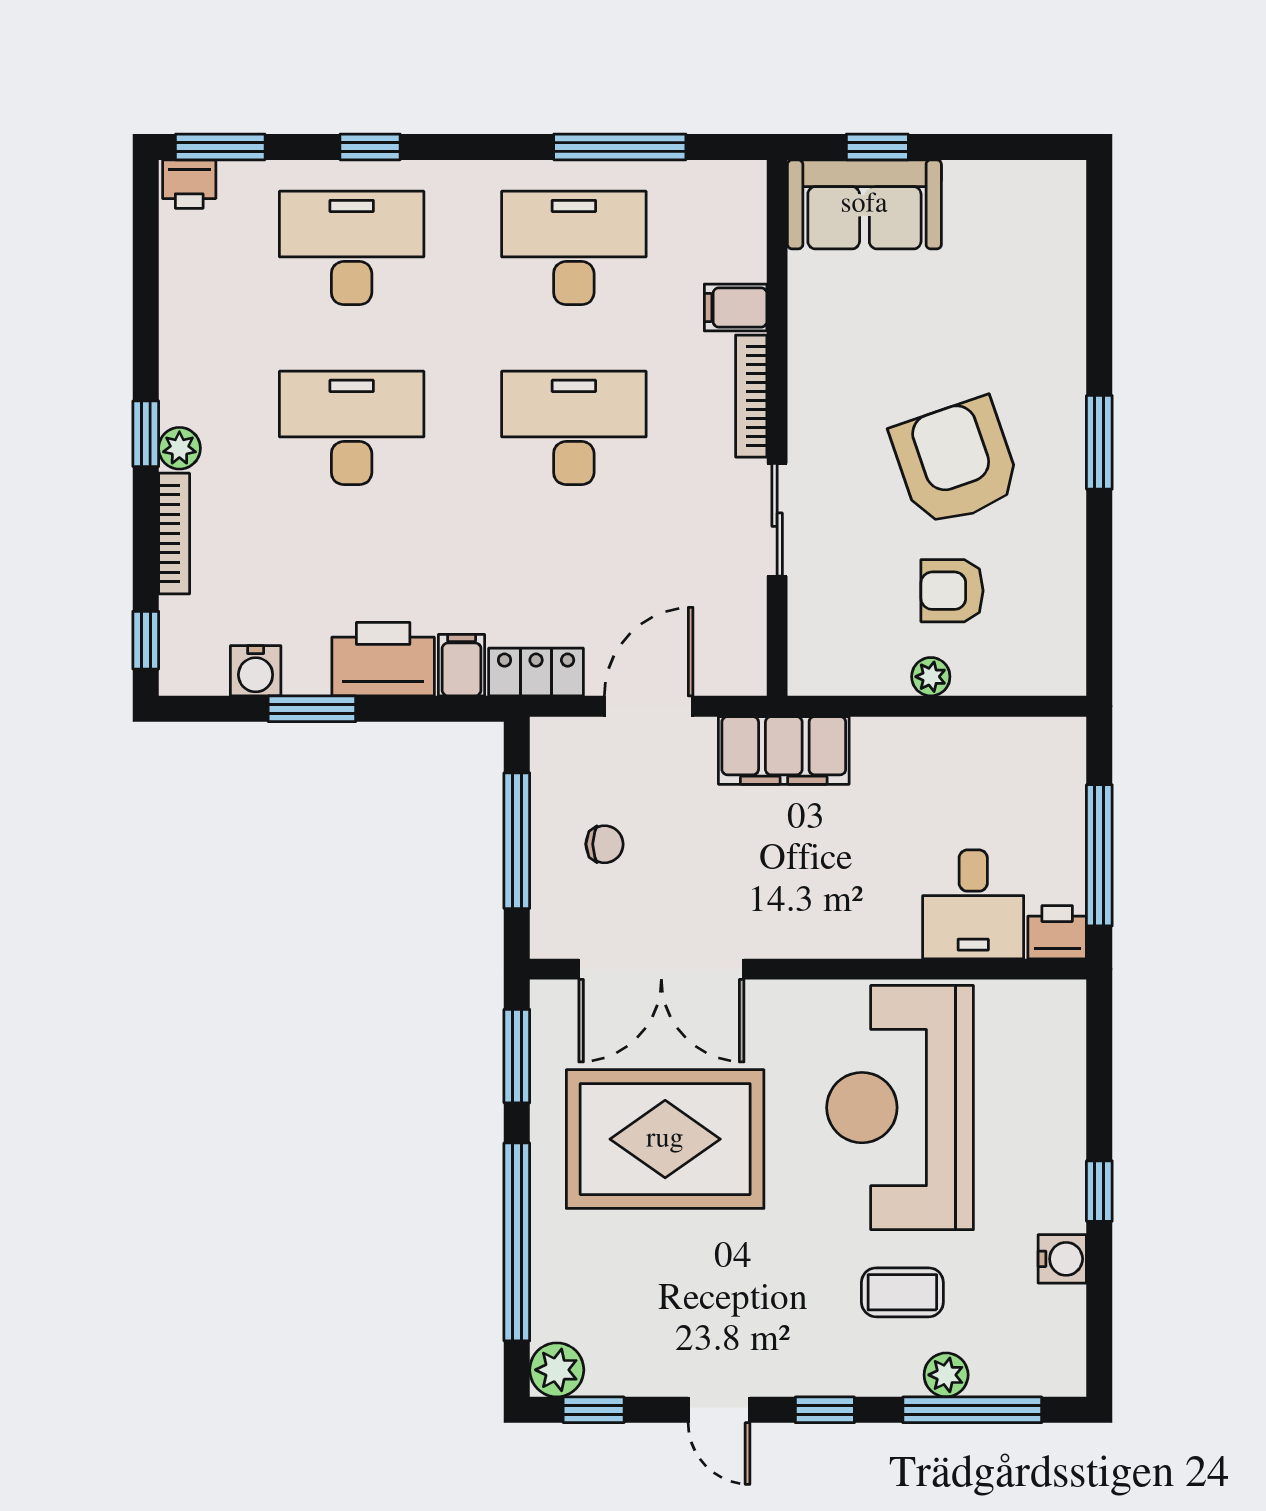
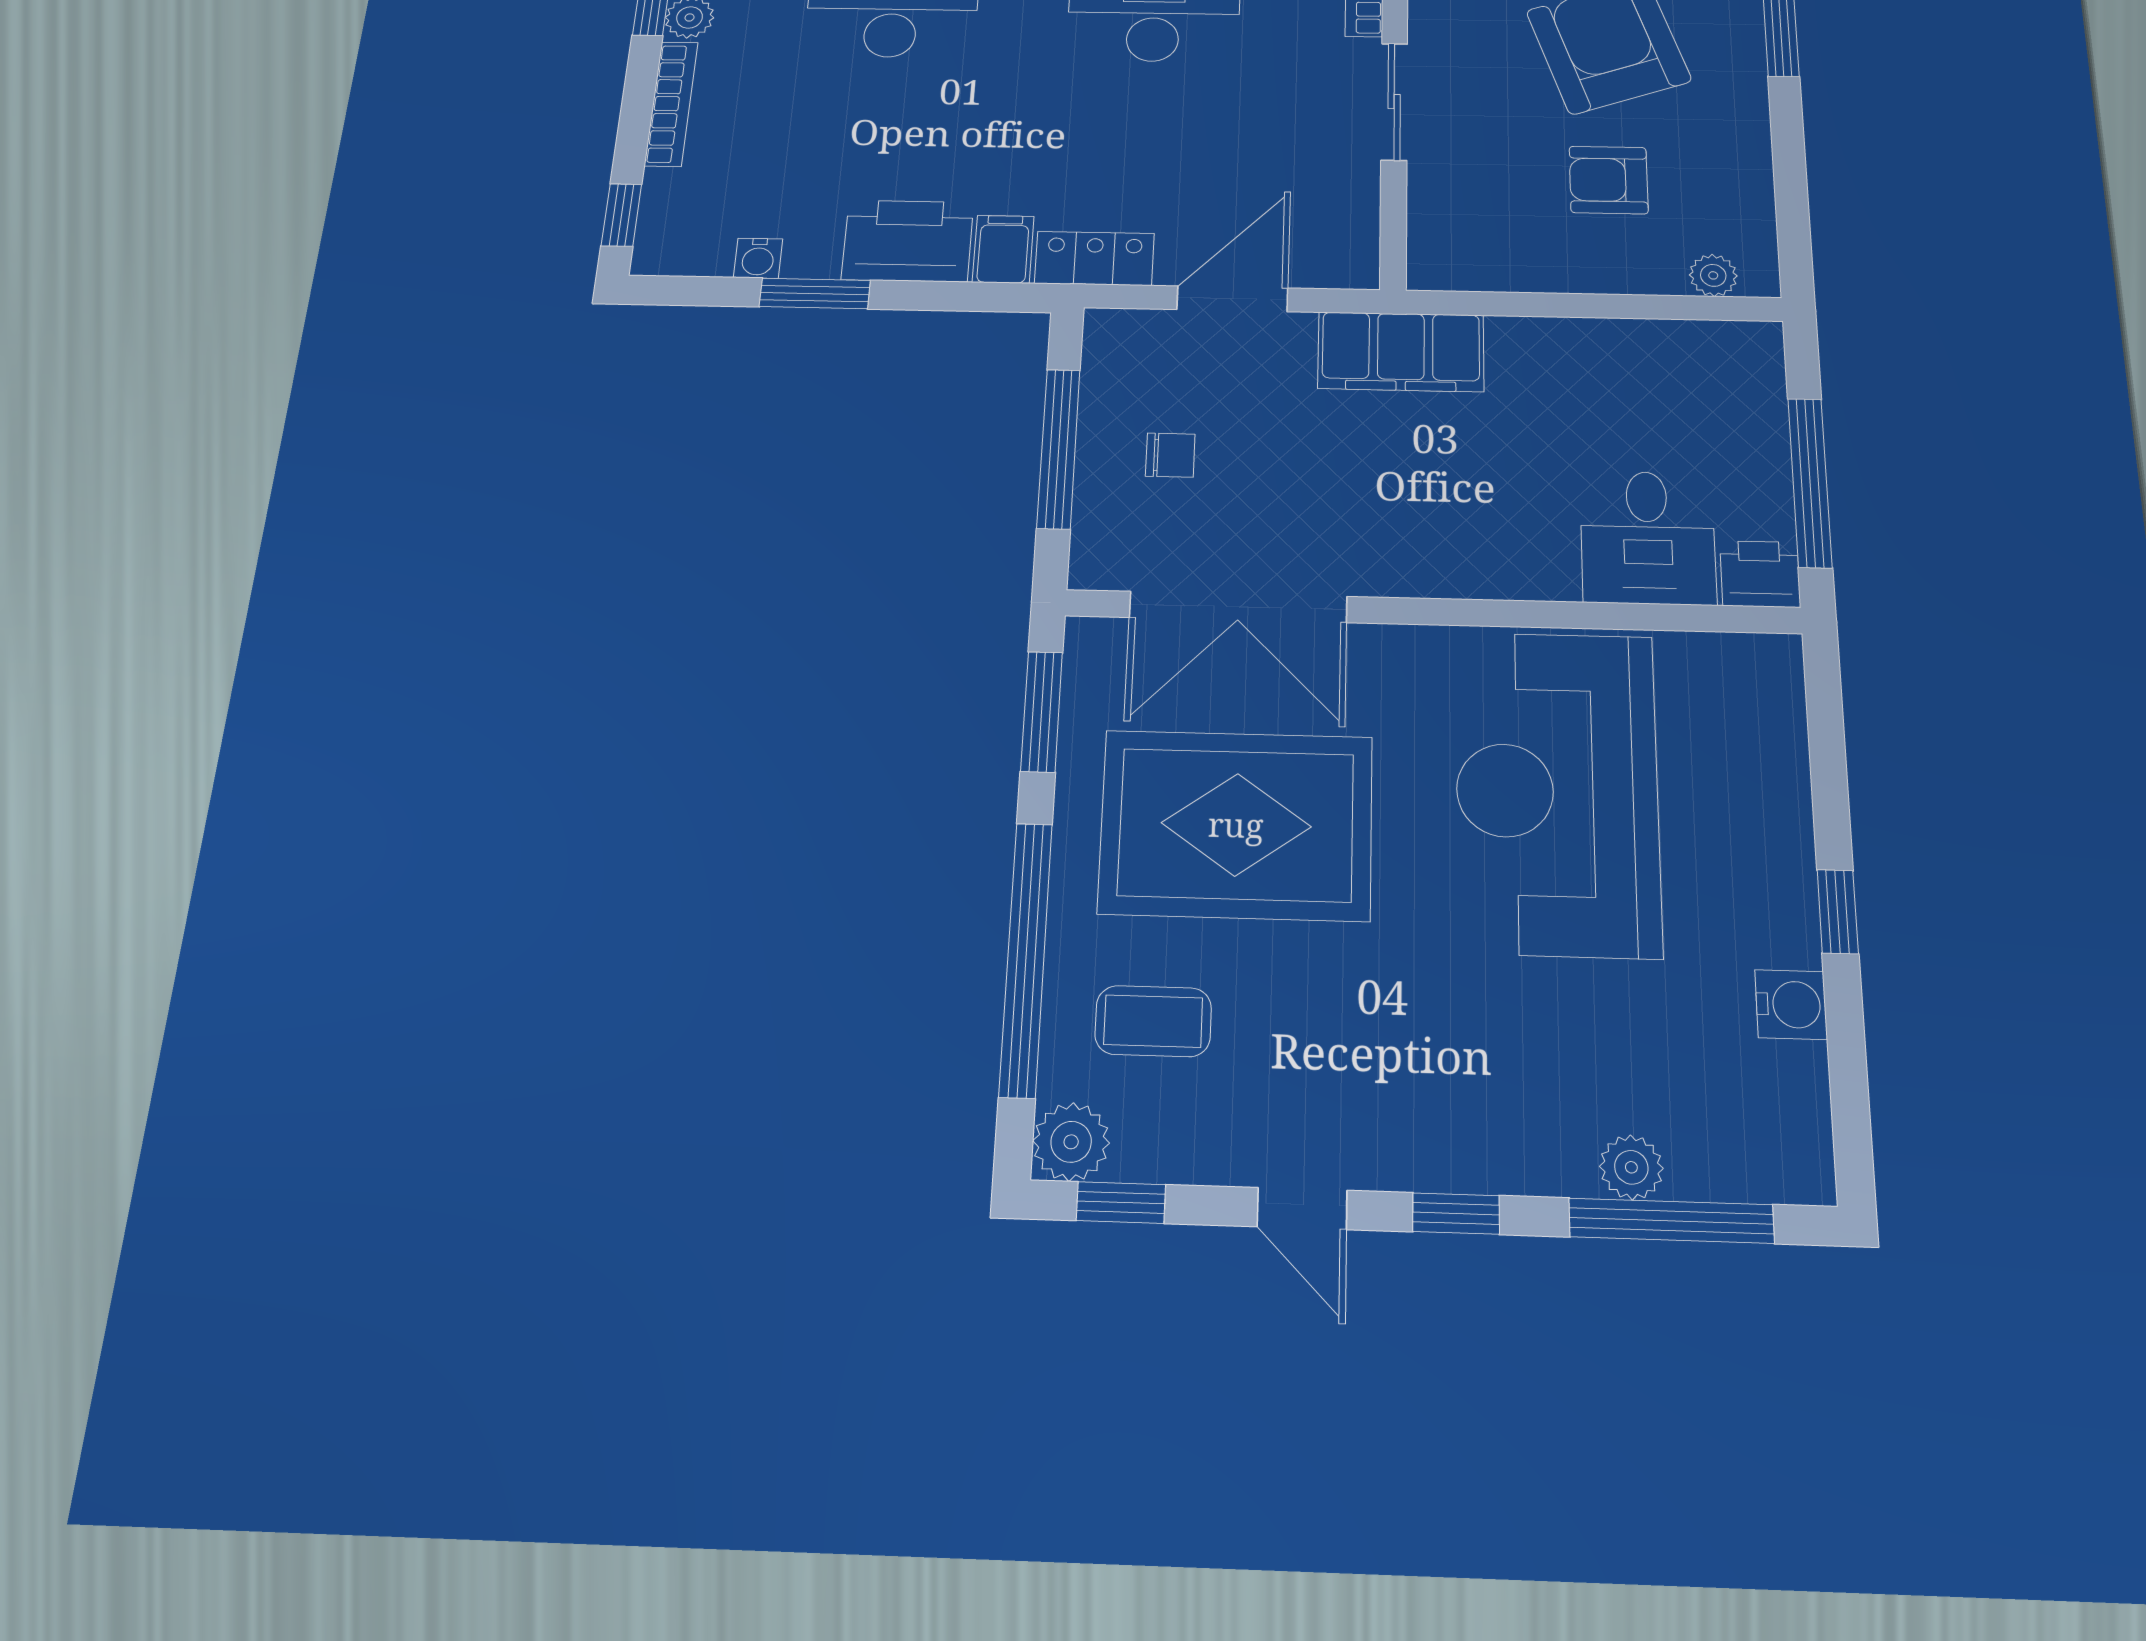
water cooler: (256, 671) -> (758, 258), width x0.72, depth x0.72
plant: (931, 677) -> (1713, 275), moved
coffee table: (902, 1292) -> (1153, 1021), moved

